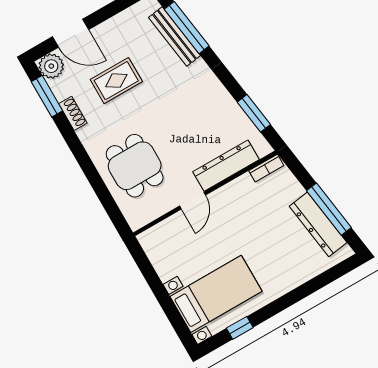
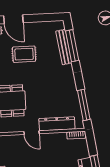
window: (254, 113) -> (84, 105), width x1.44
door: (193, 201) -> (32, 133), hinge flipped

